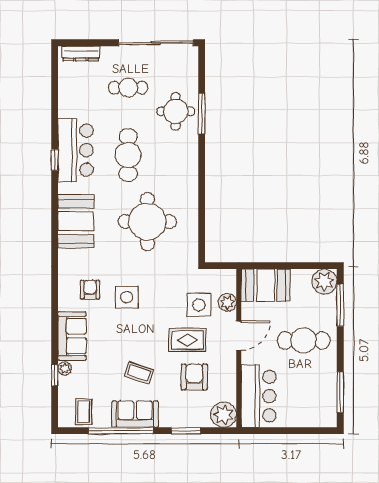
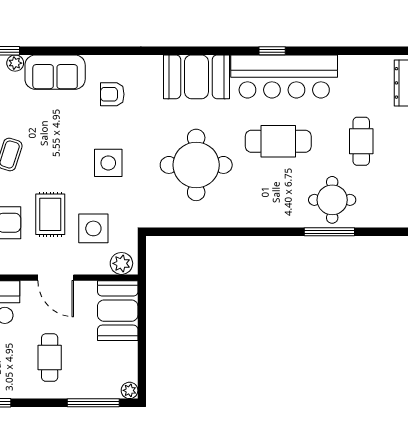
bar counter: (76, 150) -> (284, 76), width x1.36
plant: (324, 282) -> (130, 390), width x0.53, depth x0.53
armchair: (90, 290) -> (112, 94), turned 180
side table: (127, 297) -> (108, 163), moved
plant: (227, 302) -> (121, 263), moved
cafe table: (304, 340) -> (50, 358), width x0.73, depth x0.74

